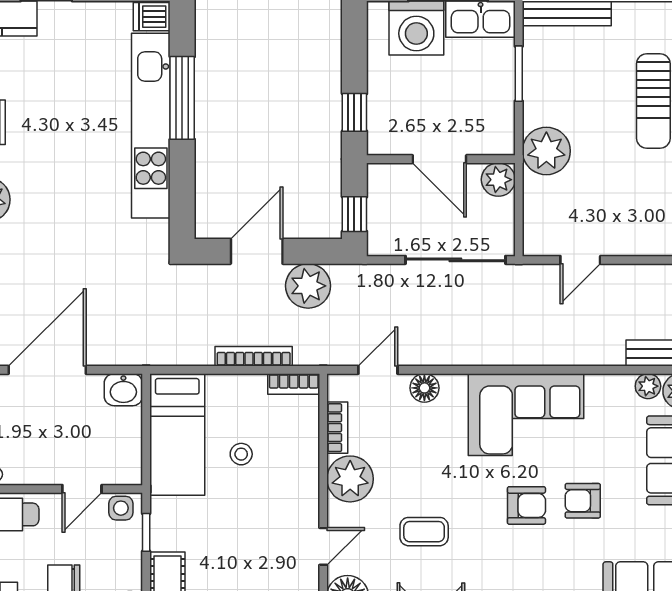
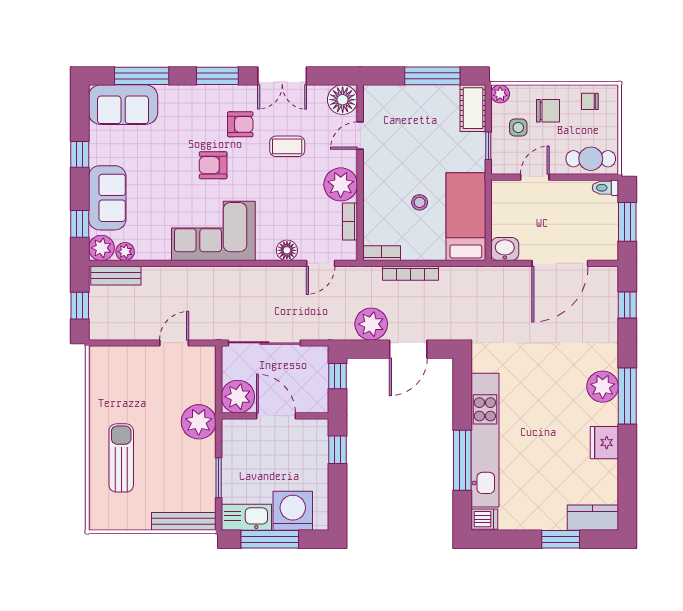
plant: (498, 180) -> (238, 397), width x1.36, depth x1.36
armchair: (583, 501) -> (240, 124), moved
side table: (121, 508) -> (518, 128), moved

